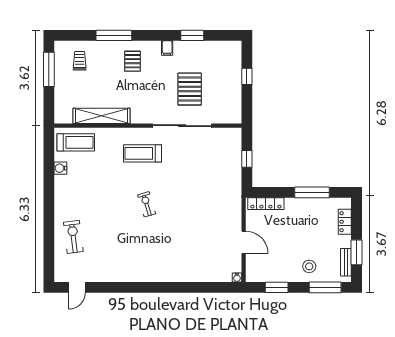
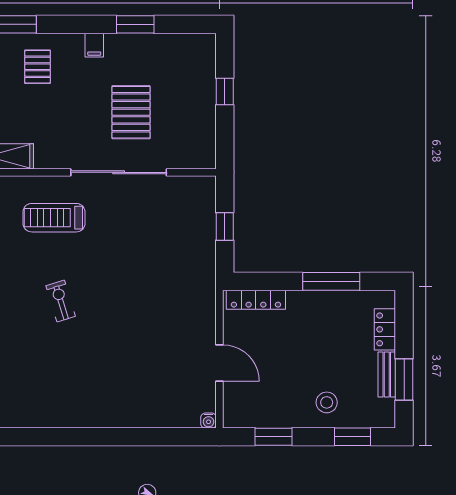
bench: (346, 262) -> (387, 375), moved
window: (325, 287) -> (353, 437), width x0.69

